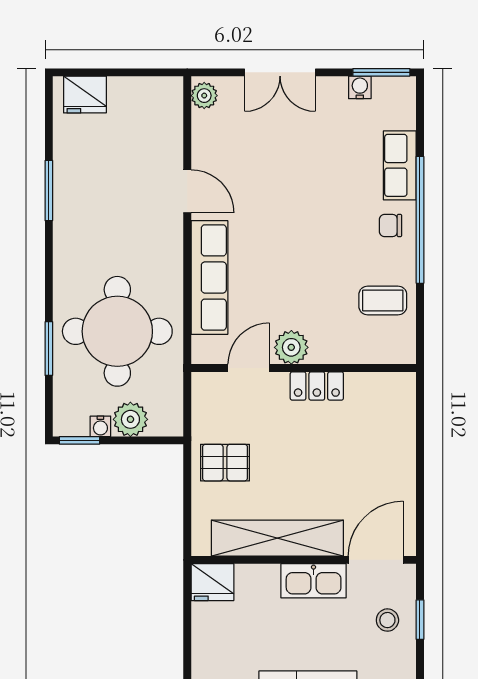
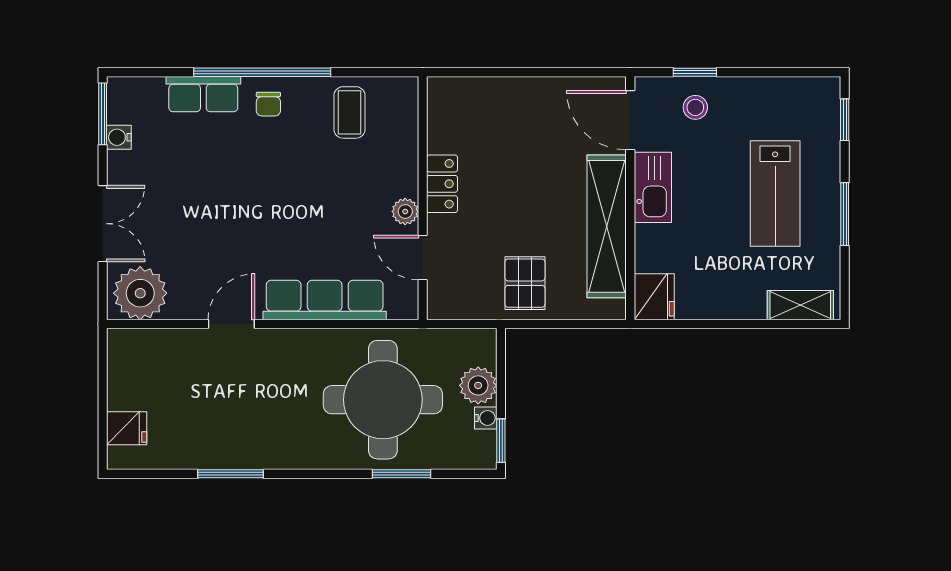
fridge: (85, 95) -> (127, 428), width x0.72
plant: (204, 96) -> (140, 293), width x1.88, depth x1.88
plant: (291, 347) -> (405, 211), width x0.73, depth x0.73

